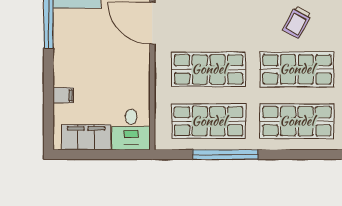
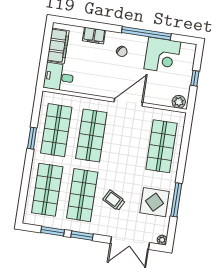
chair: (80, 44) -> (122, 51), added
filing cabinet: (63, 95) -> (94, 36), width x2.00
window: (225, 155) -> (32, 138), width x0.47

